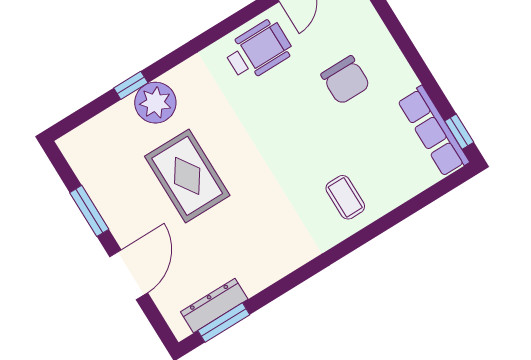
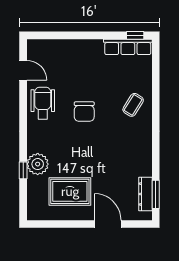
chair: (346, 80) -> (84, 112), moved, turned 90
rug: (187, 176) -> (70, 191), moved
coffee table: (345, 197) -> (133, 105), turned -58
window: (89, 211) -> (68, 224), removed

